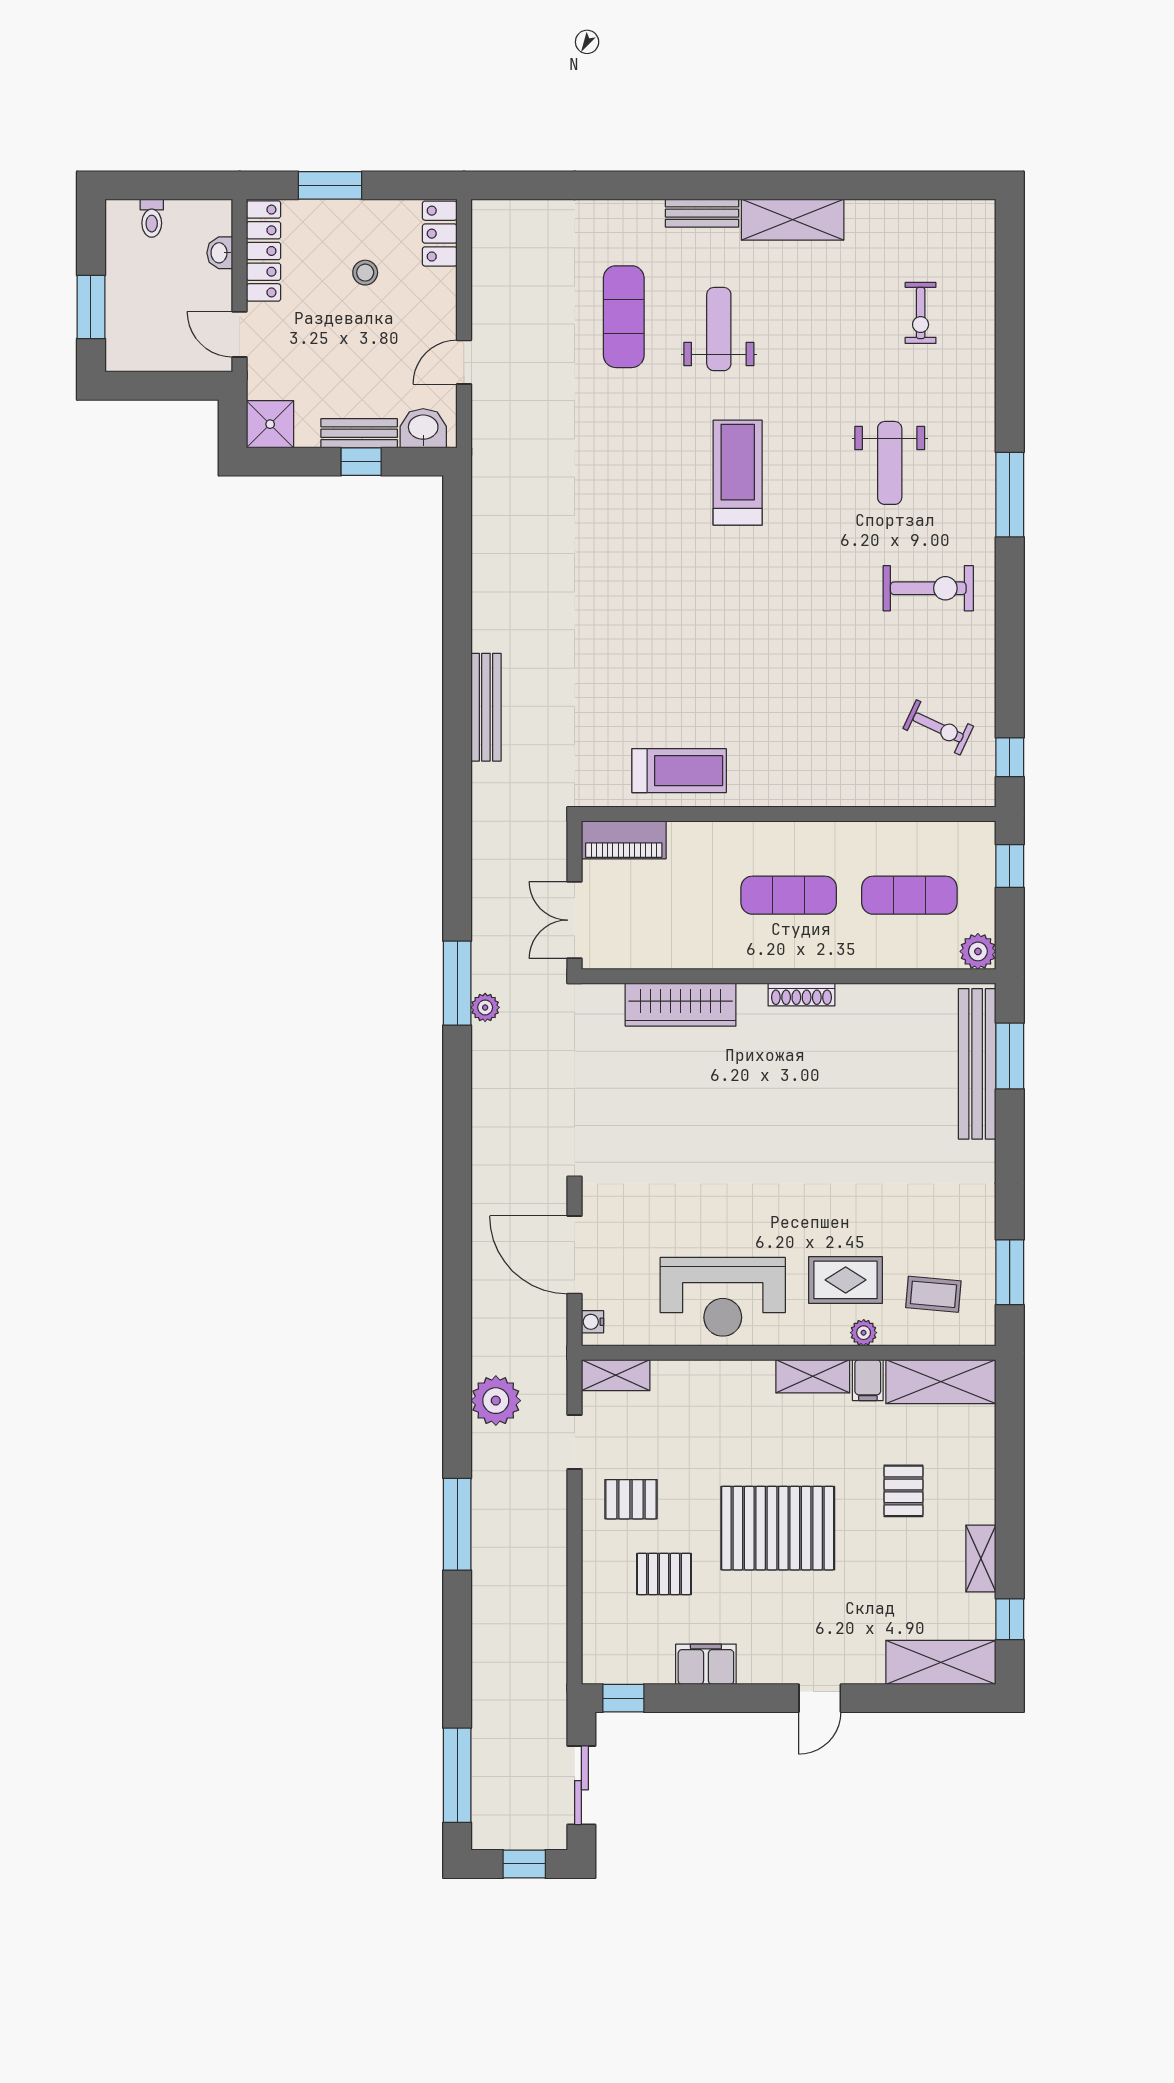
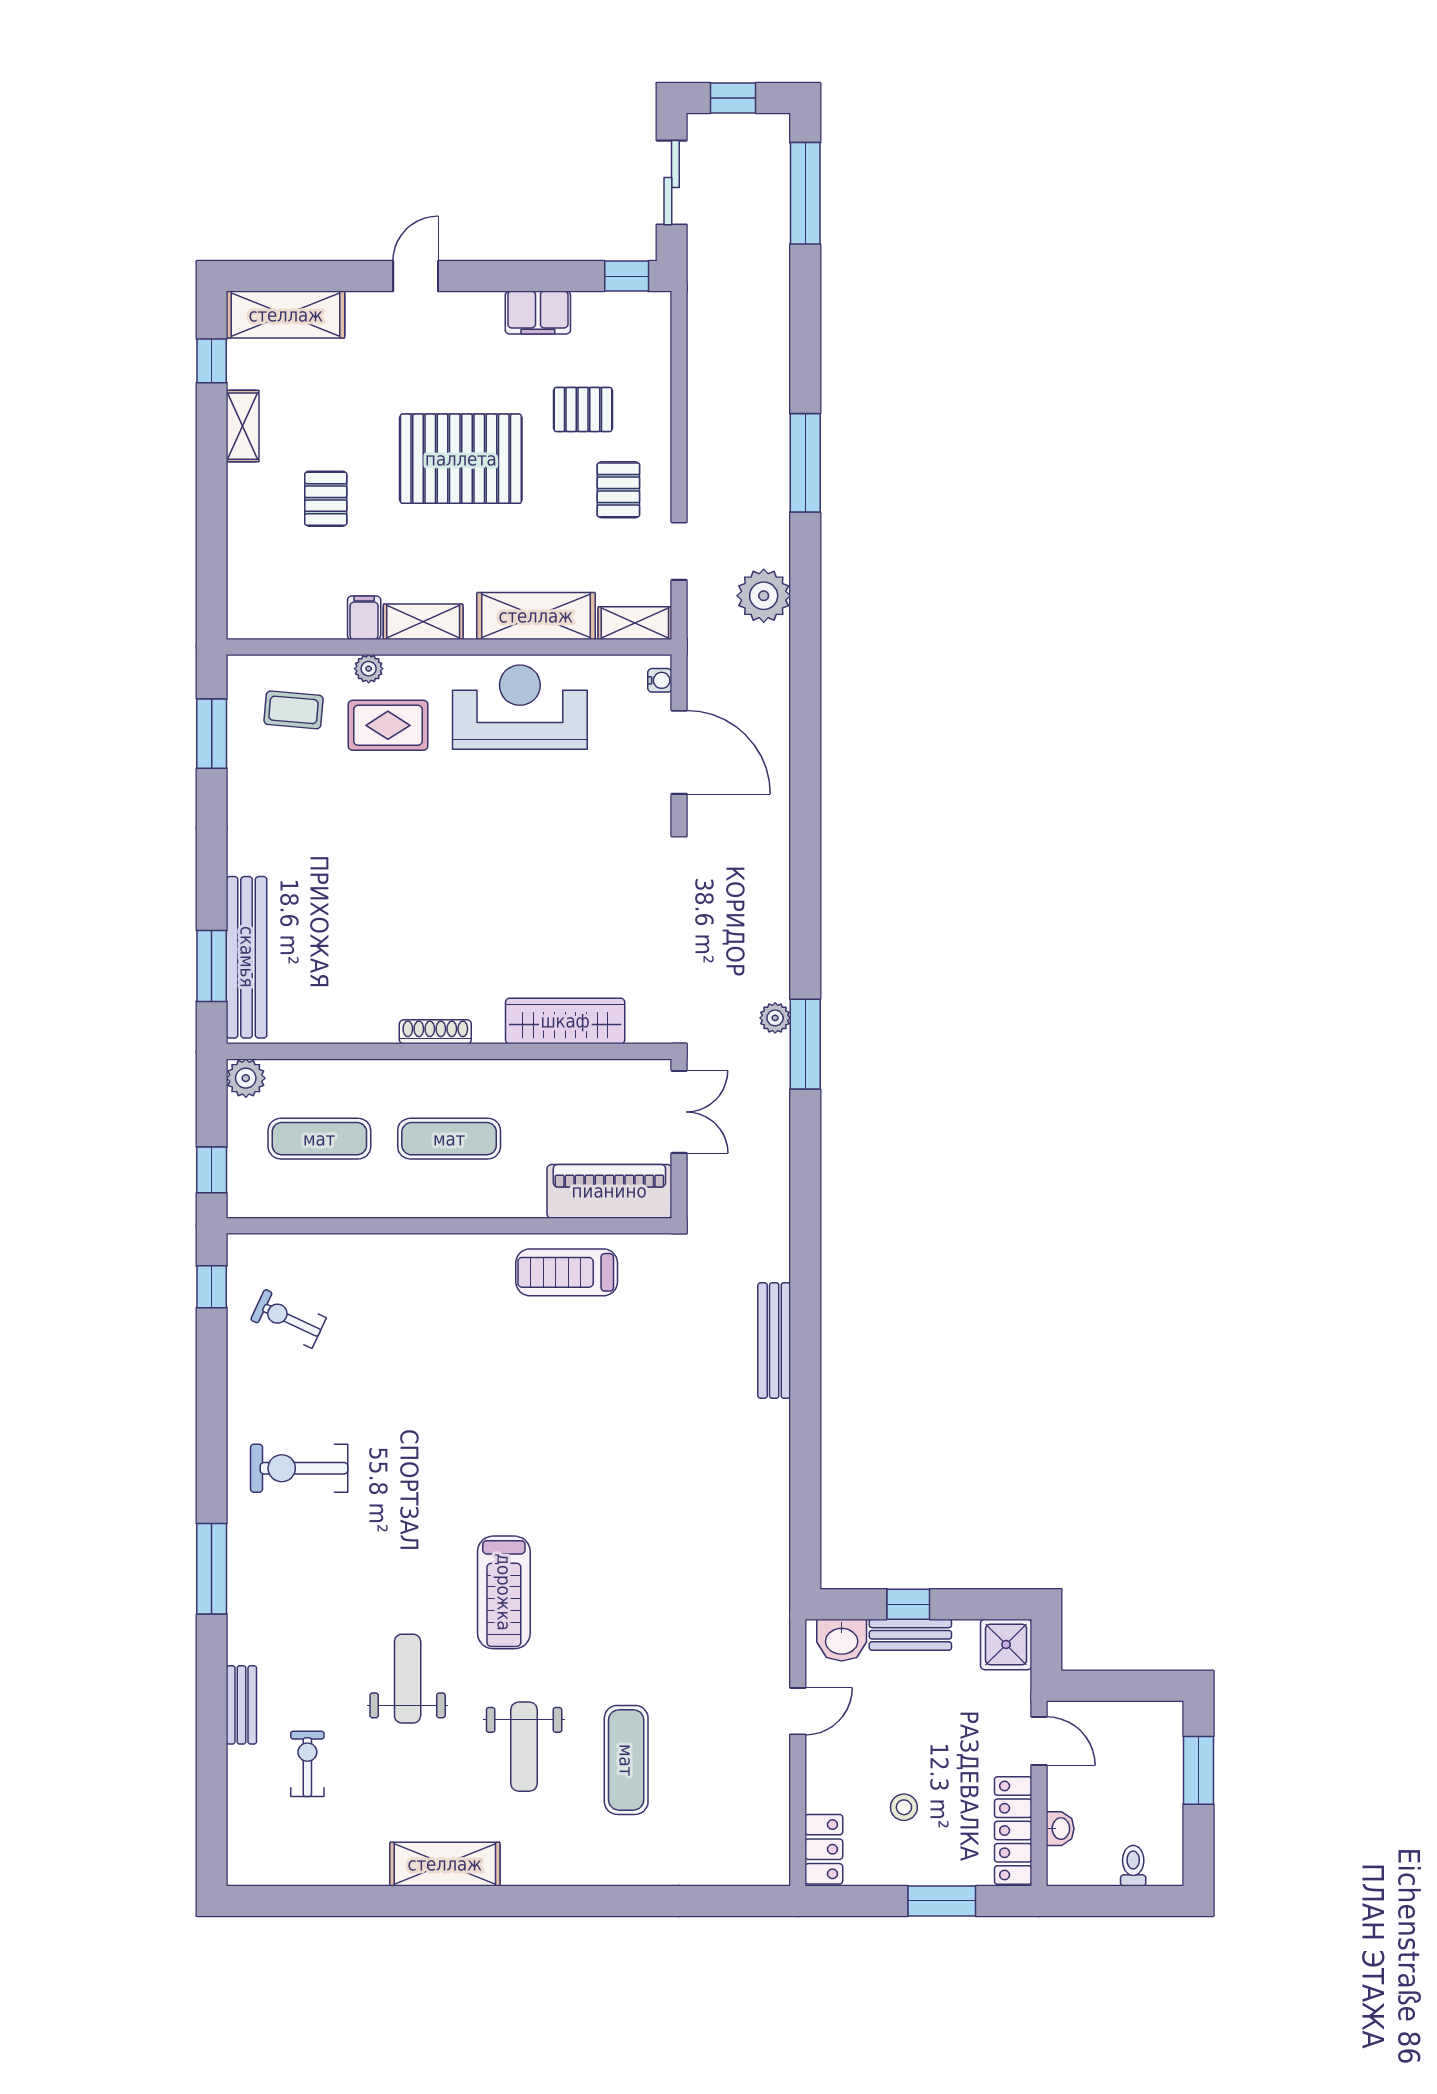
bench: (702, 213) -> (241, 1705), moved, turned 90
weight bench: (890, 463) -> (408, 1679), moved
piano: (624, 840) -> (609, 1191), width x1.37, depth x1.33
shelving: (941, 1382) -> (536, 616), moved
pallet: (631, 1499) -> (618, 490), turned 90

